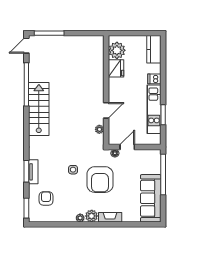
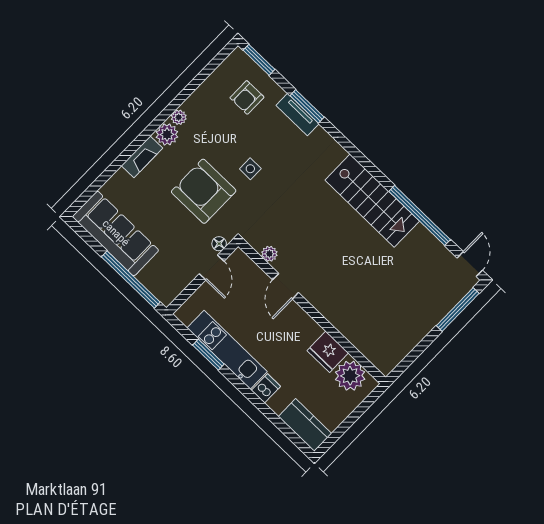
armchair: (46, 198) -> (247, 97), turned 90

